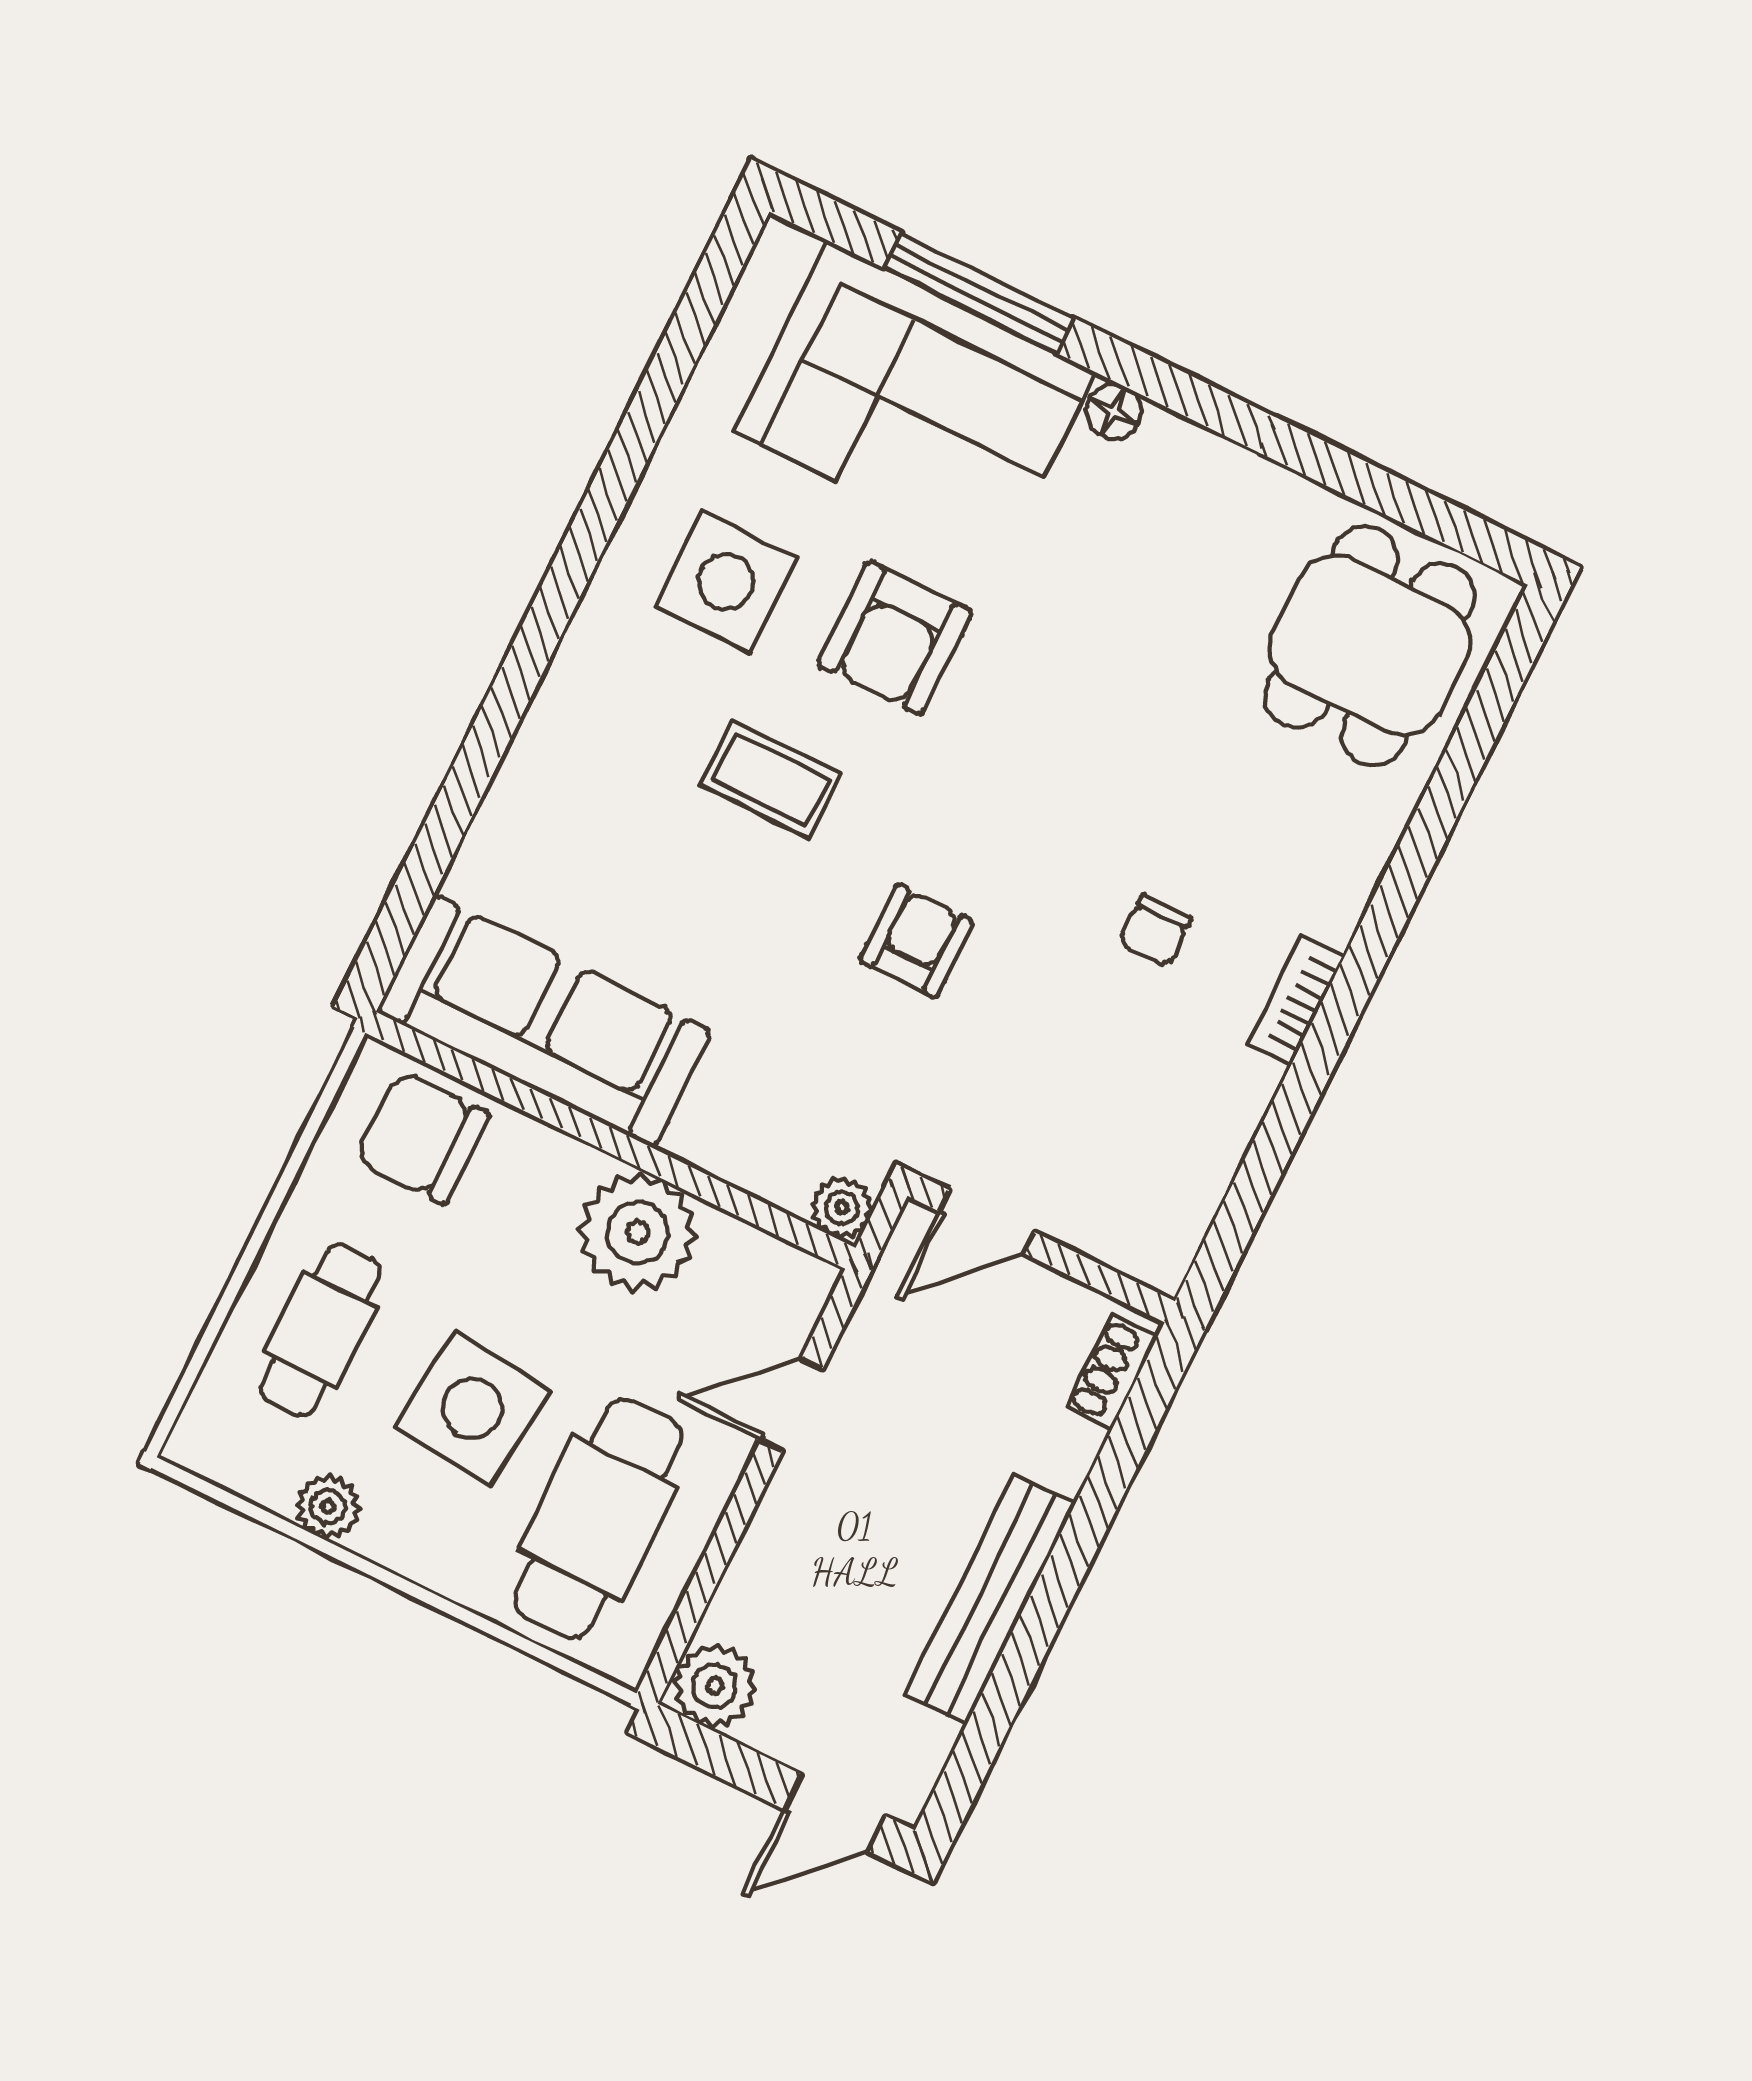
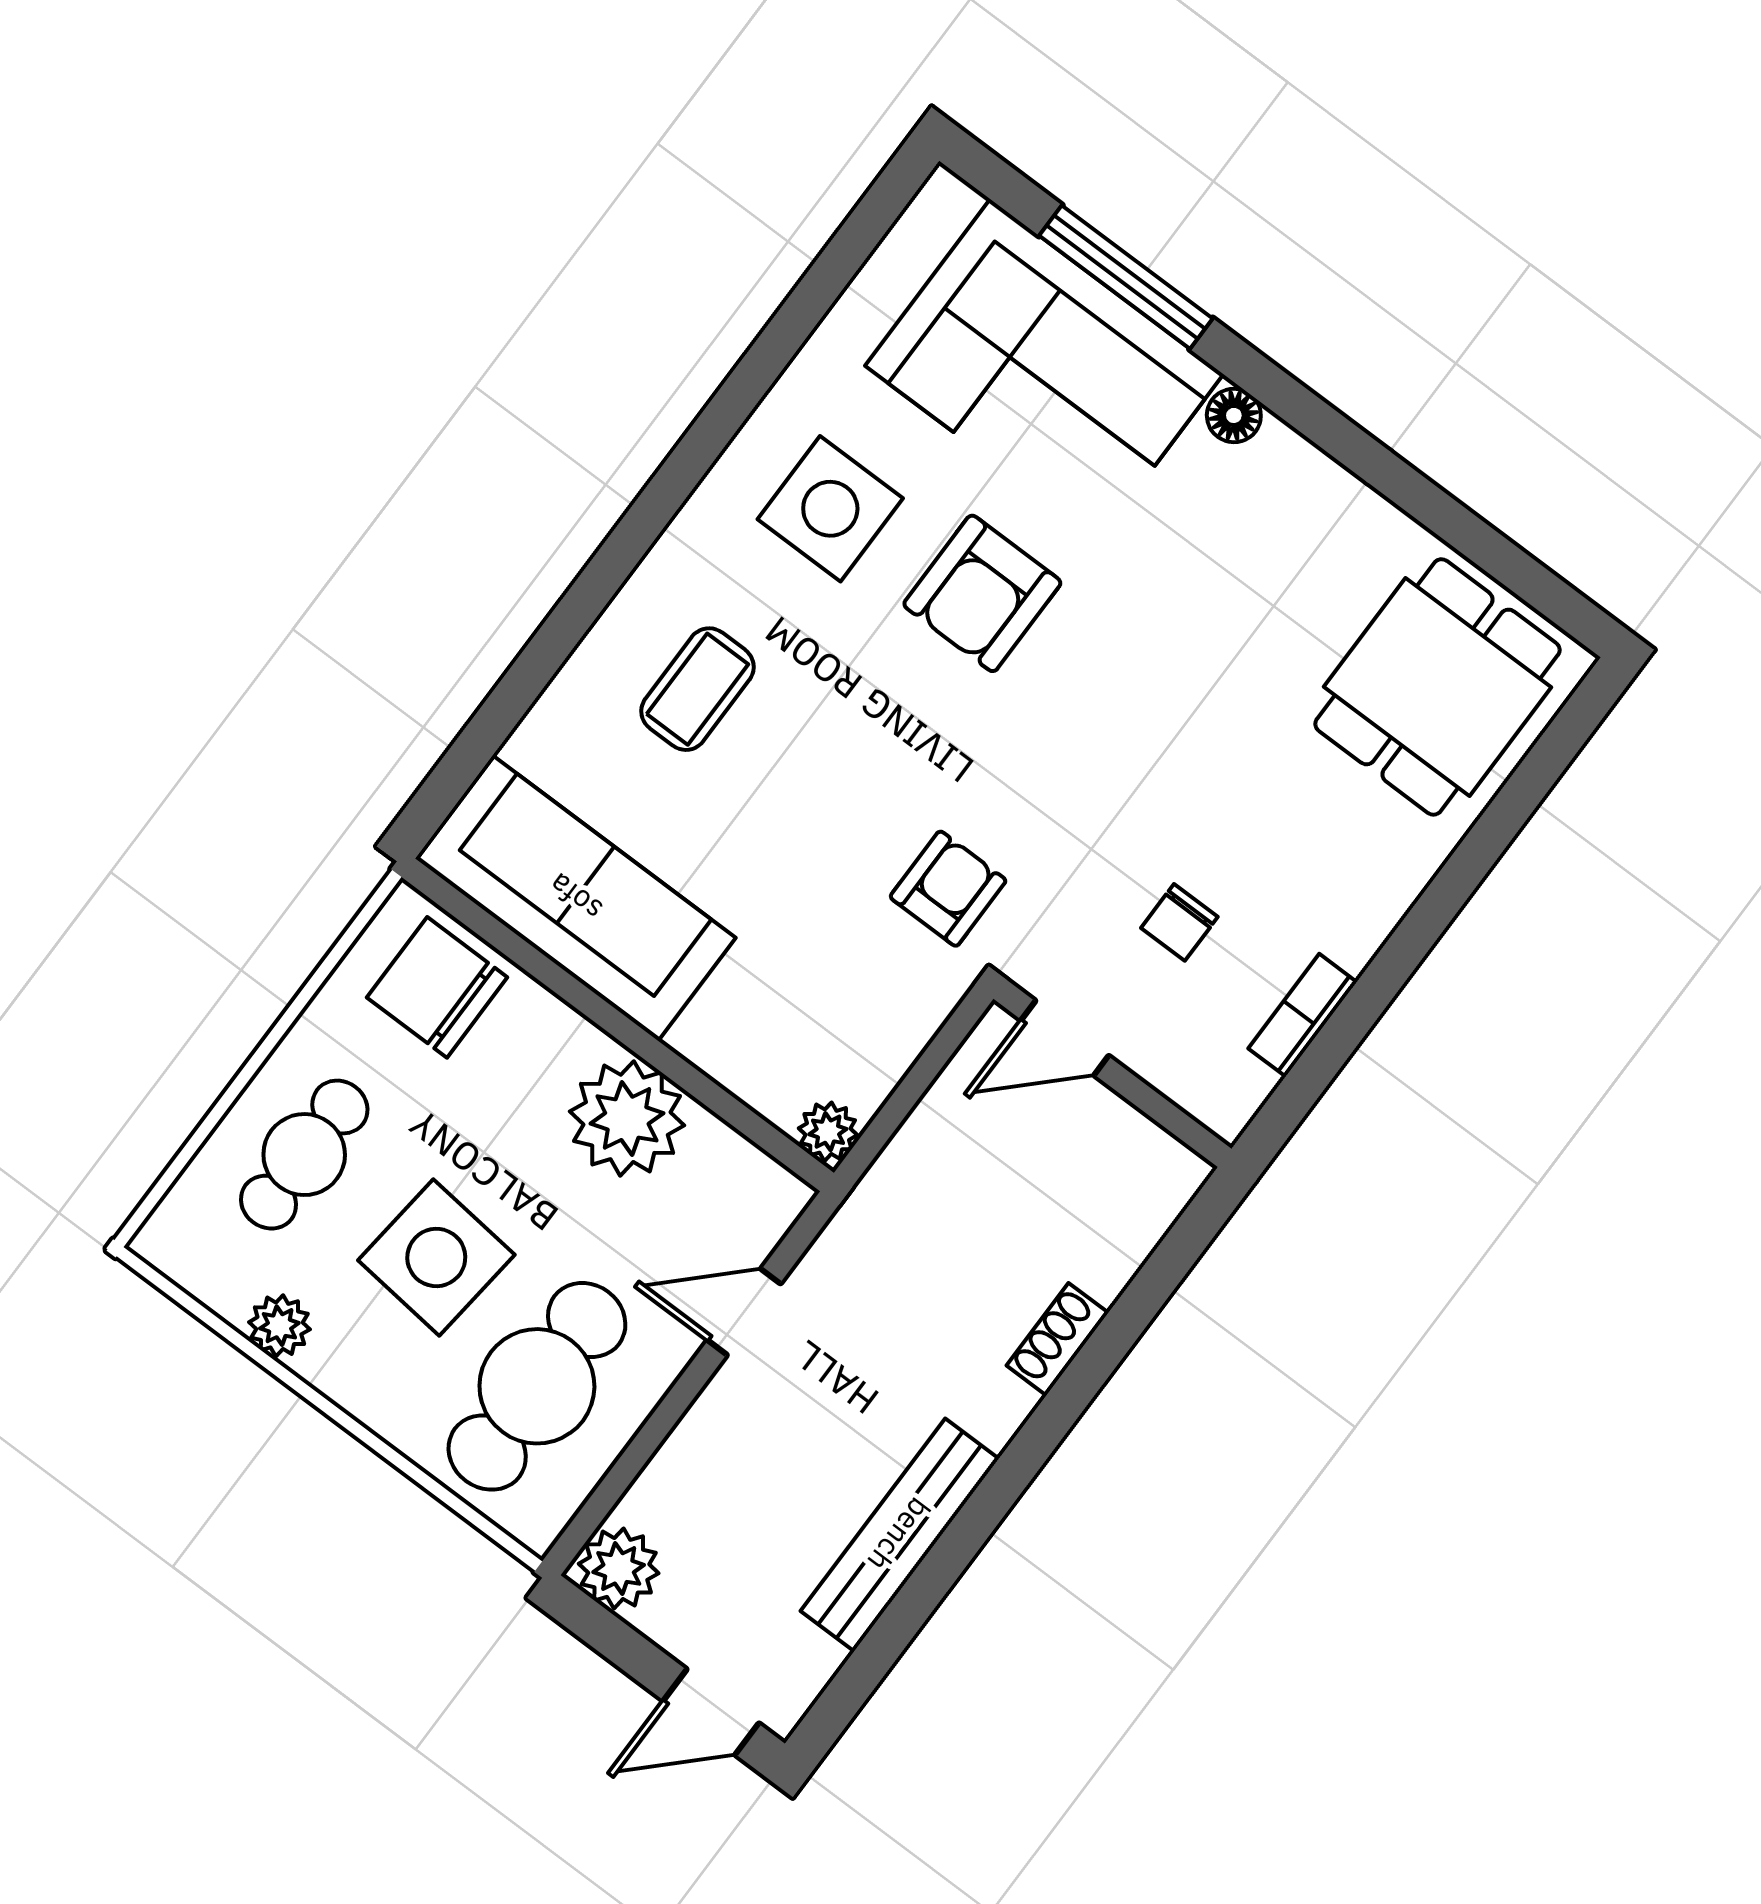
coffee table: (771, 779) -> (698, 689), moved, turned 90
door: (987, 1222) -> (1065, 1038), moved
wall: (1041, 1249) -> (1112, 1074), moved

